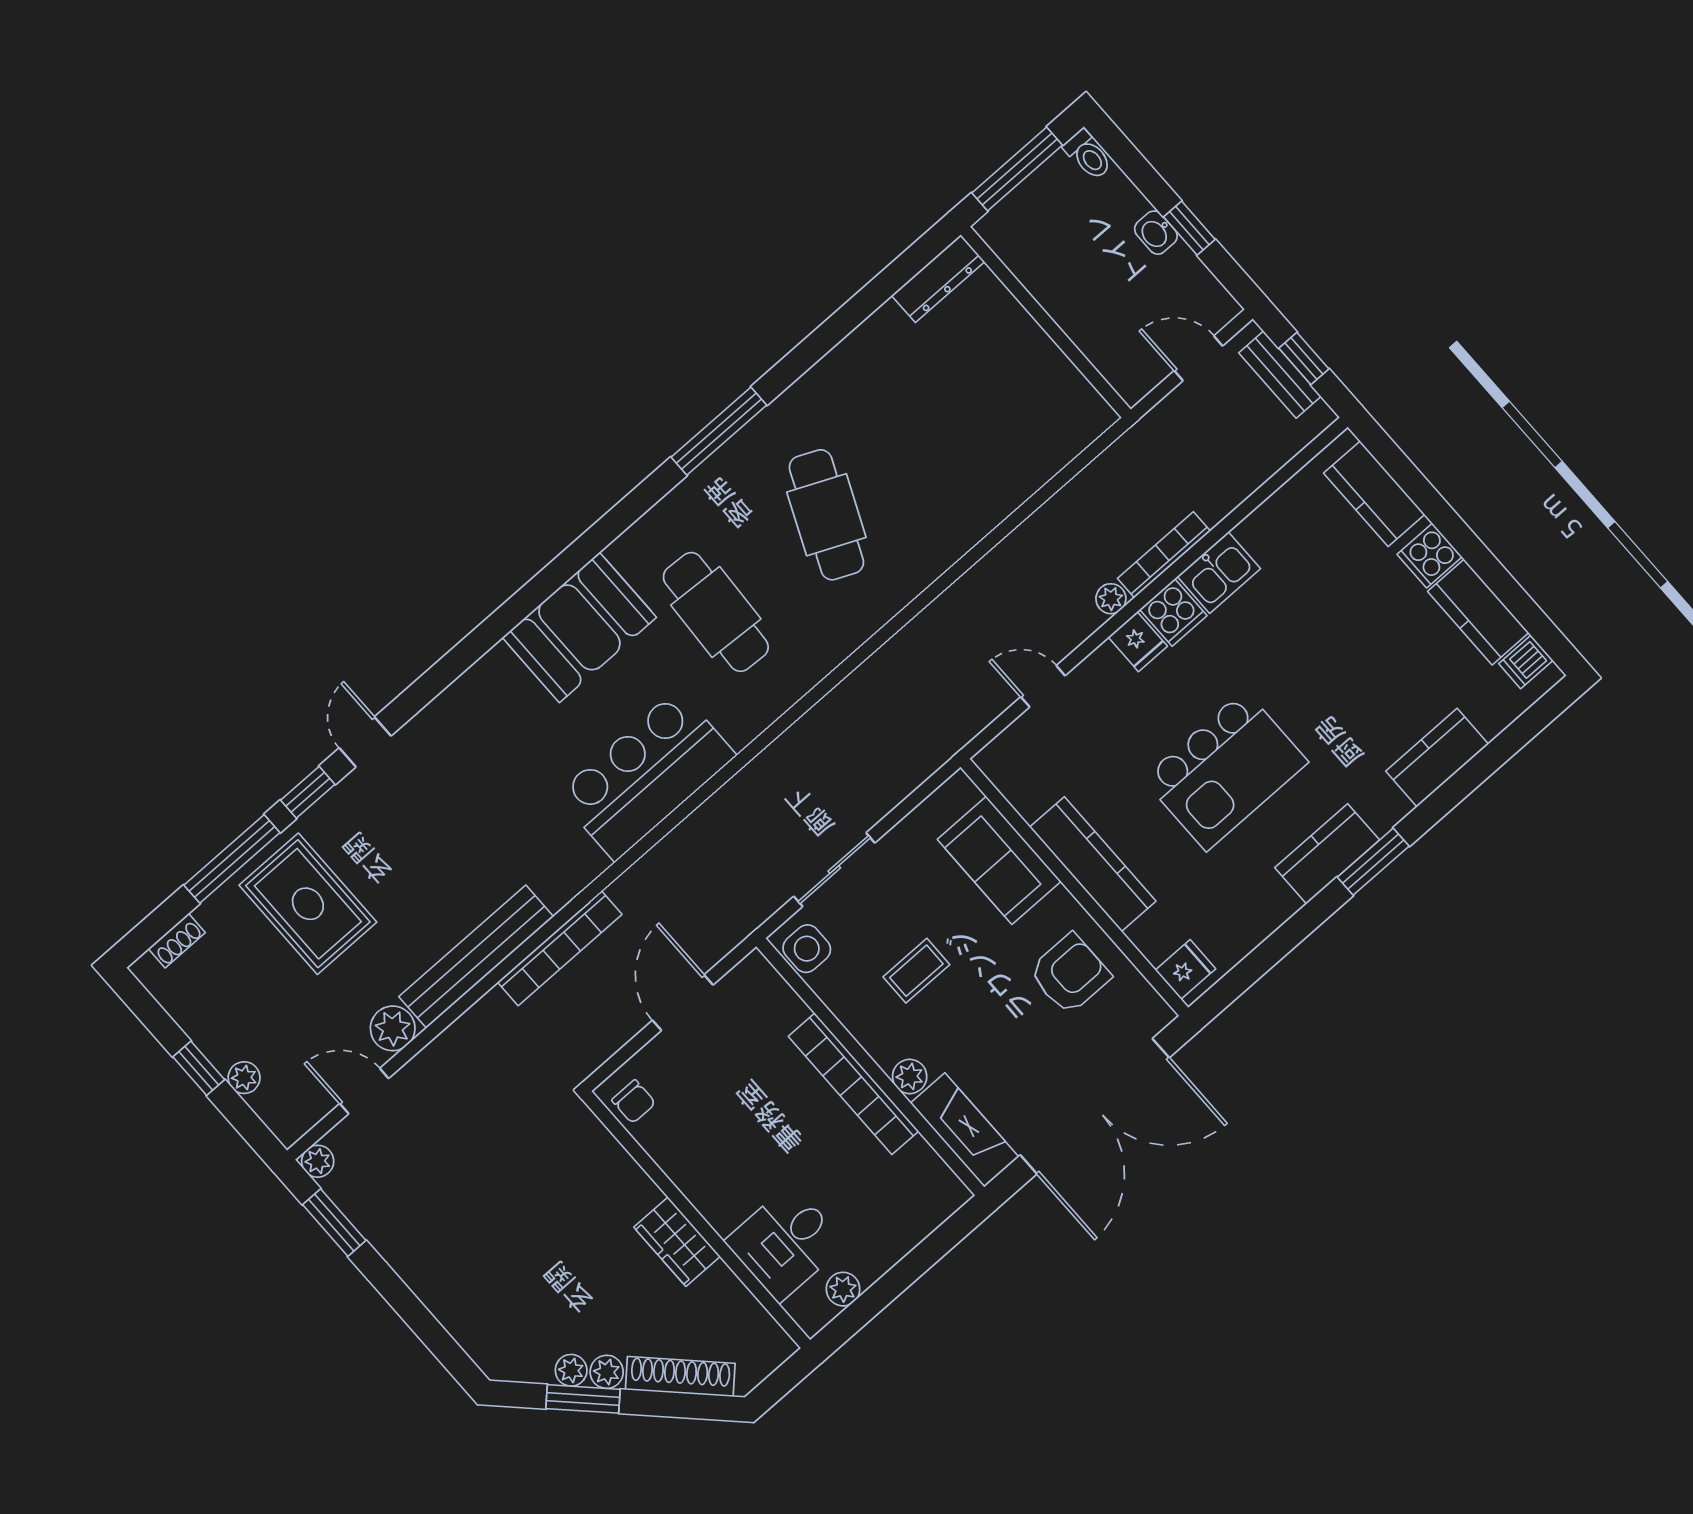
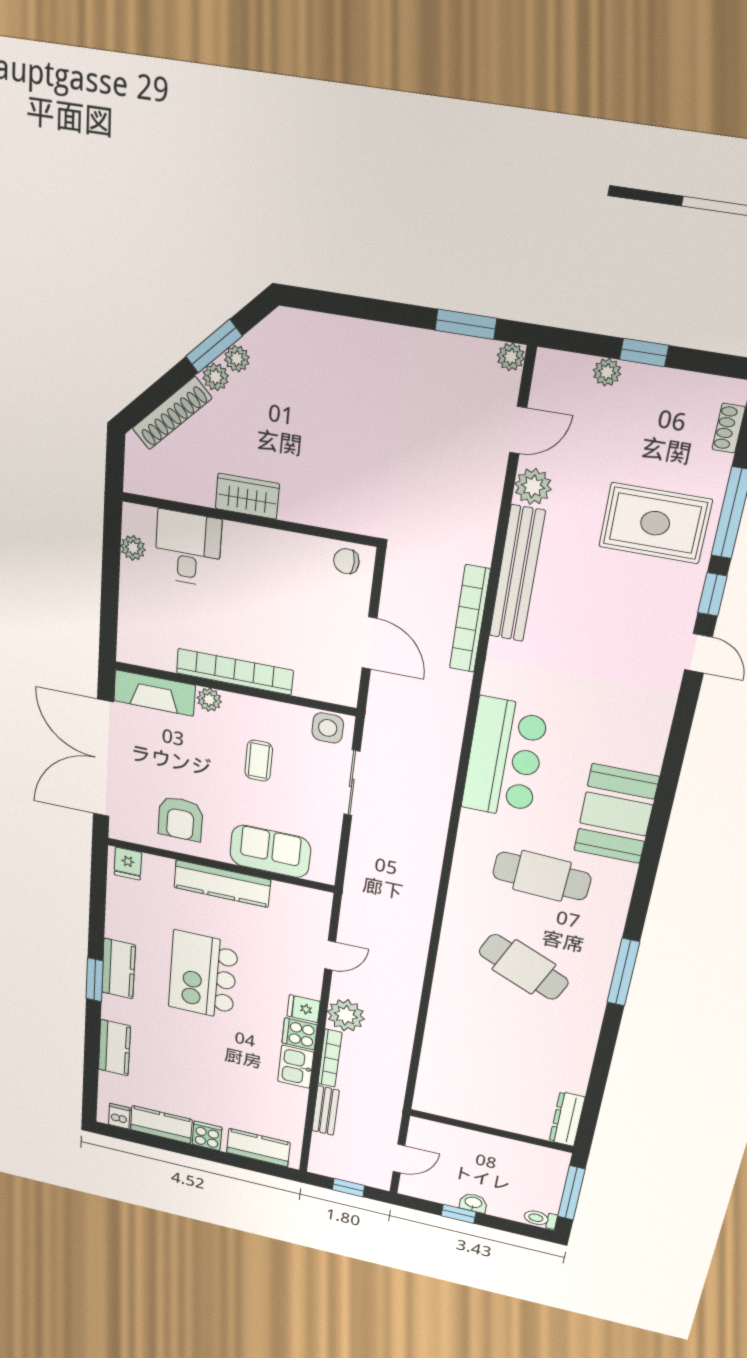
bench: (1280, 375) -> (326, 1111), moved, turned 90
plant: (1111, 599) -> (346, 1015), width x1.88, depth x1.88

